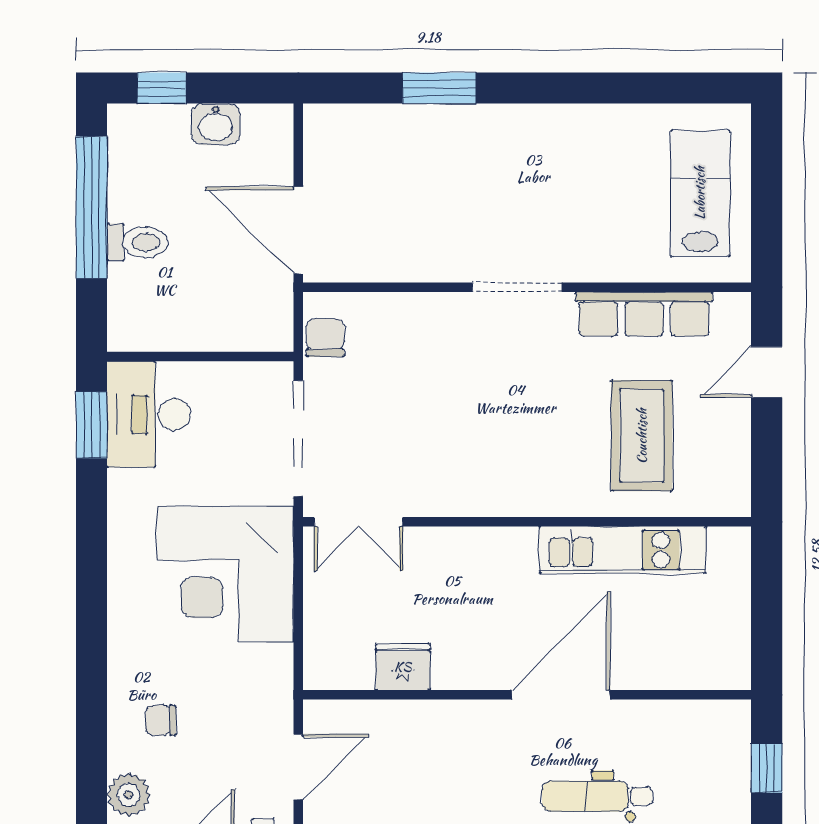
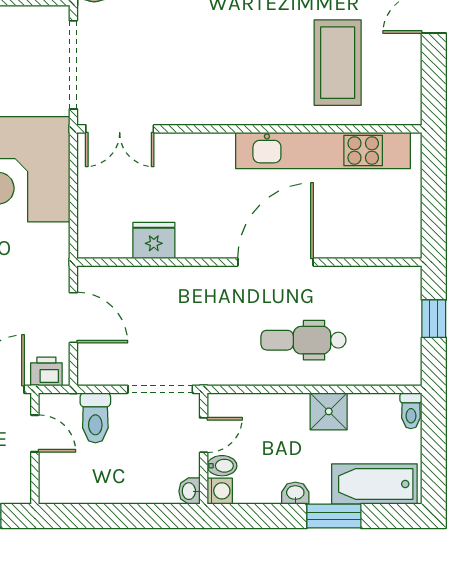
kitchen unit: (623, 550) -> (323, 151), width x1.36
door: (298, 767) -> (73, 318), hinge flipped

